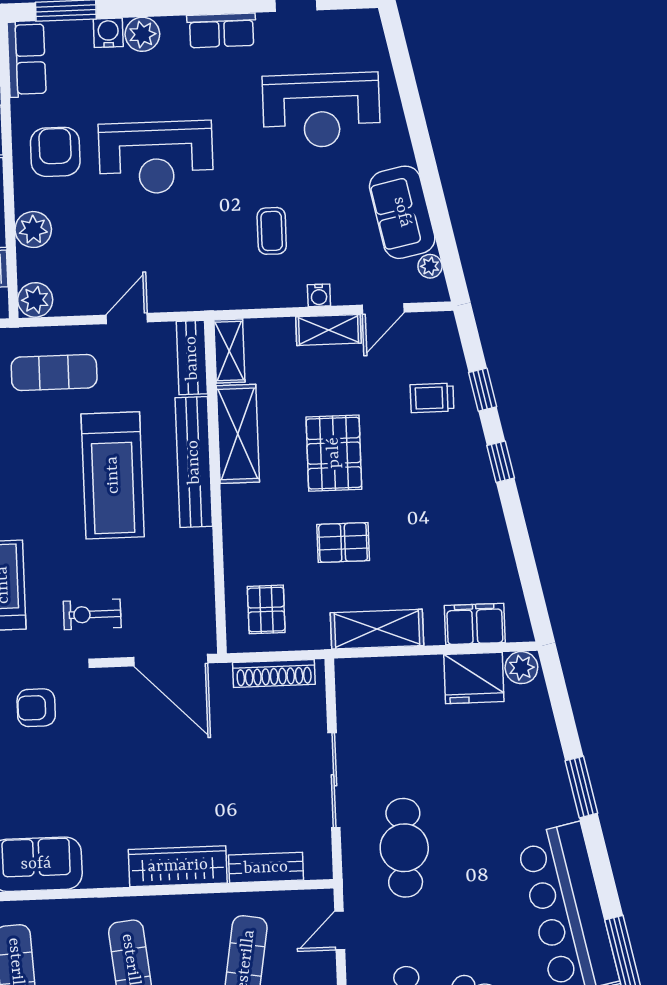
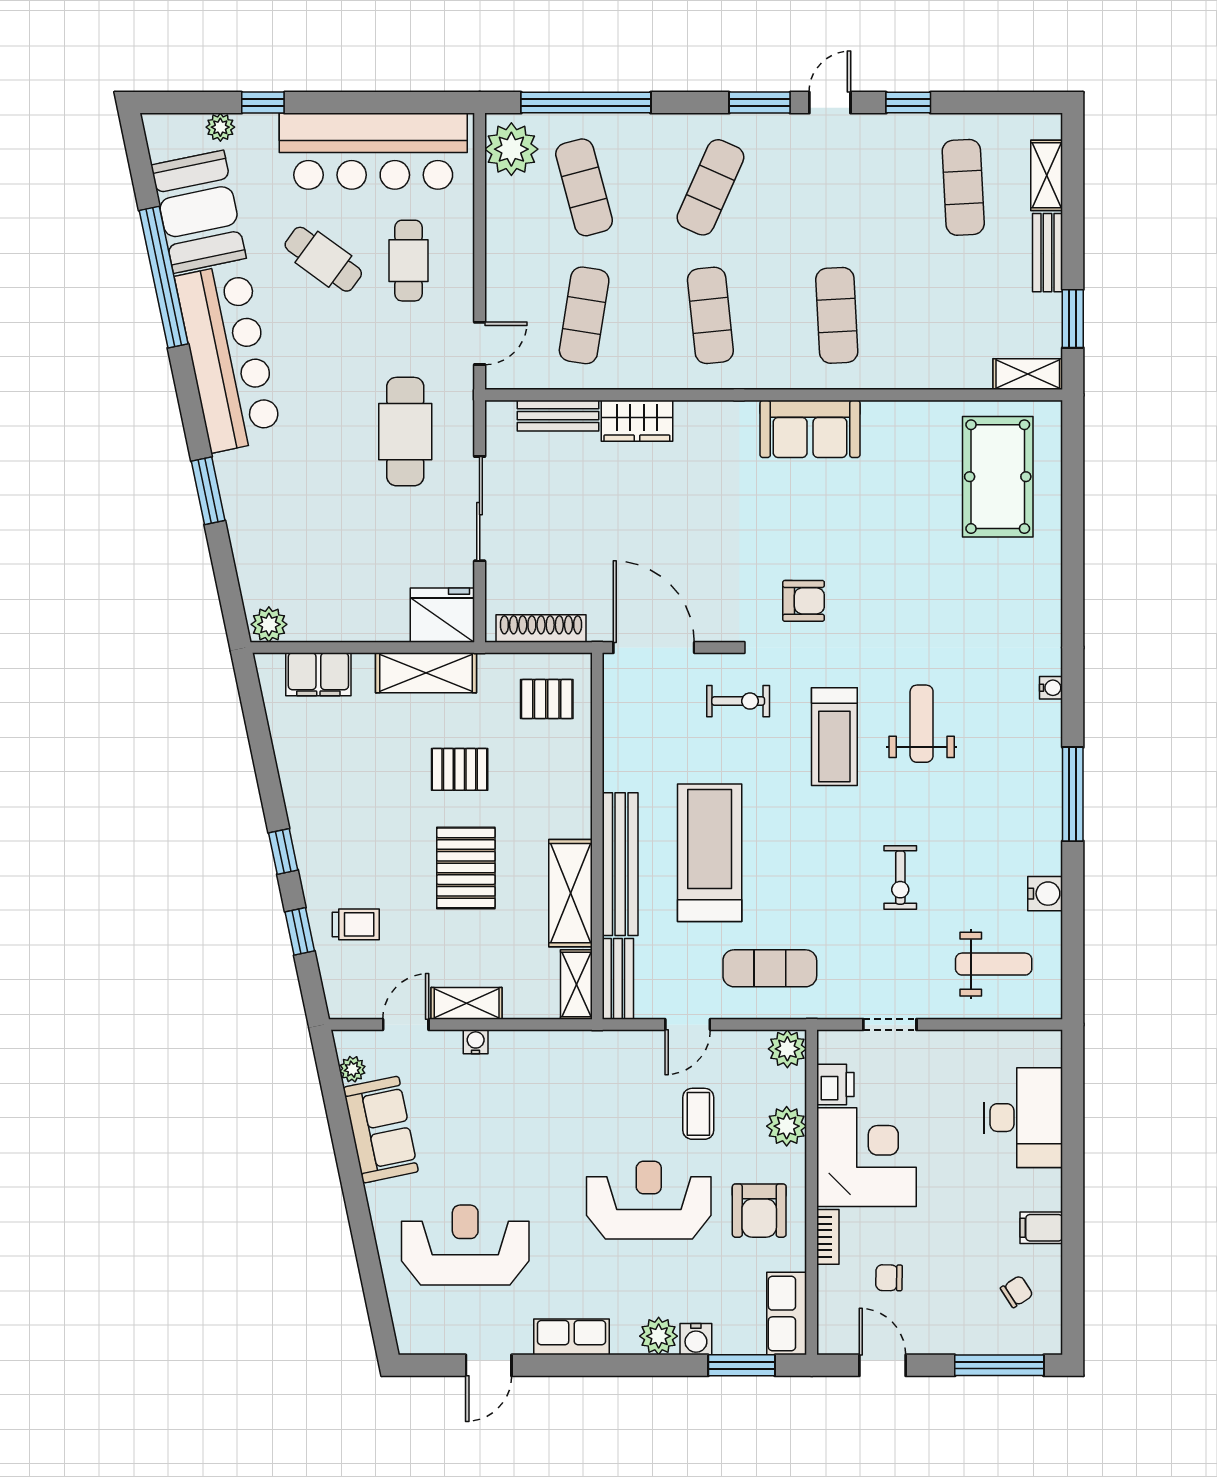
coffee table: (272, 231) -> (698, 1114), moved
pallet: (266, 609) -> (547, 699), turned 90
fridge: (474, 678) -> (442, 615), moved
wardrobe: (178, 866) -> (637, 421), width x0.67

